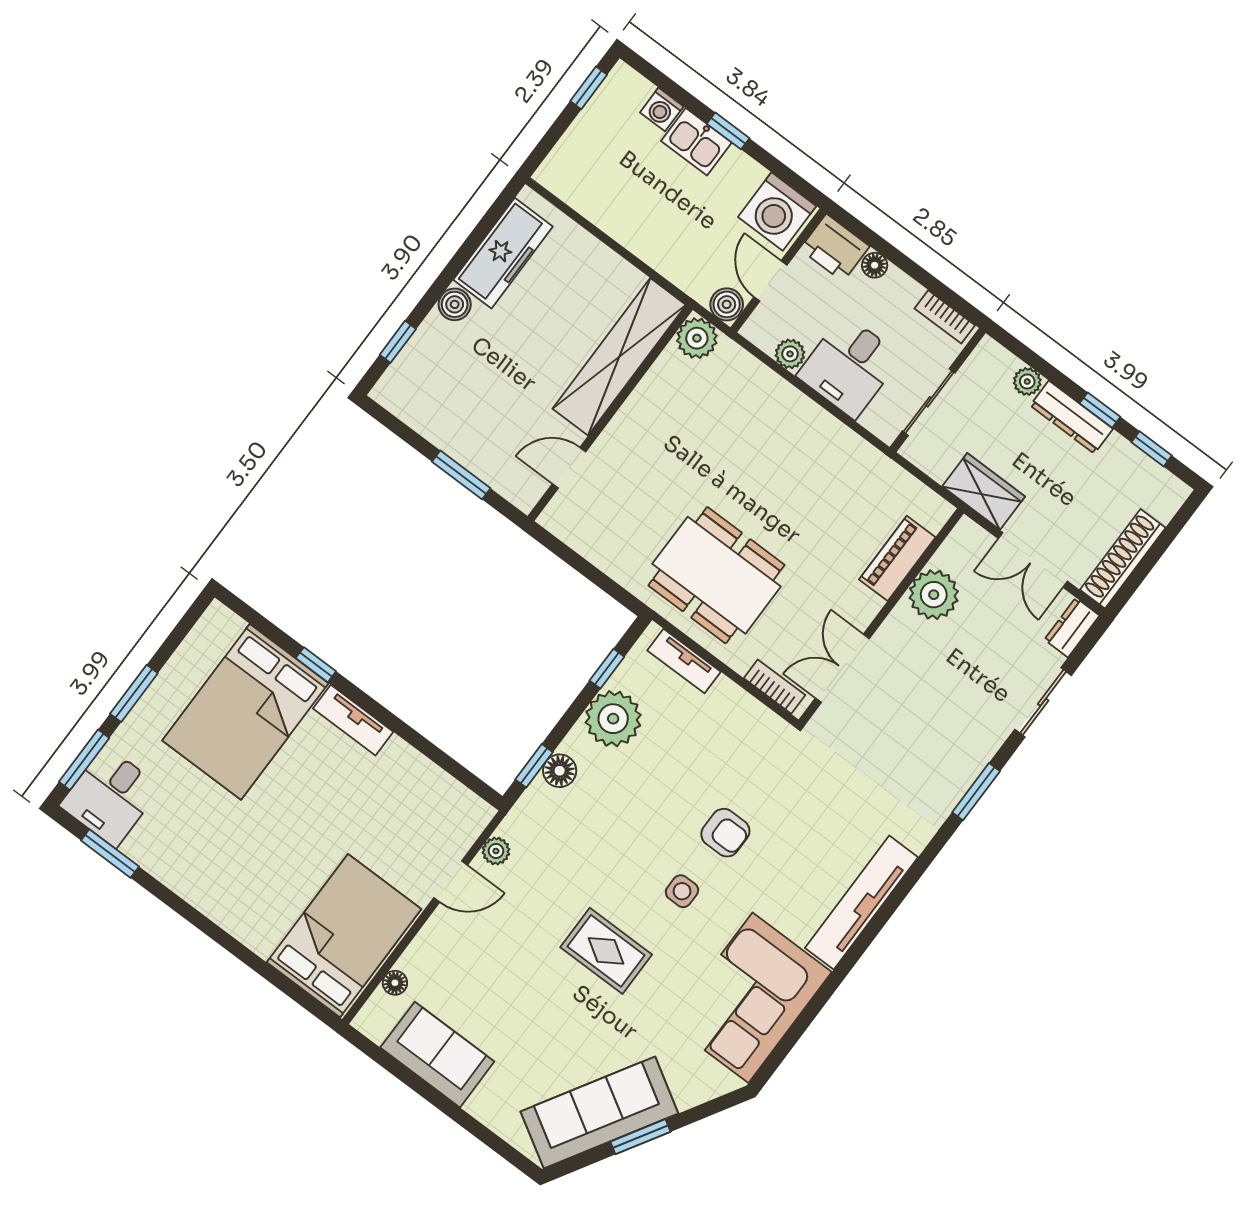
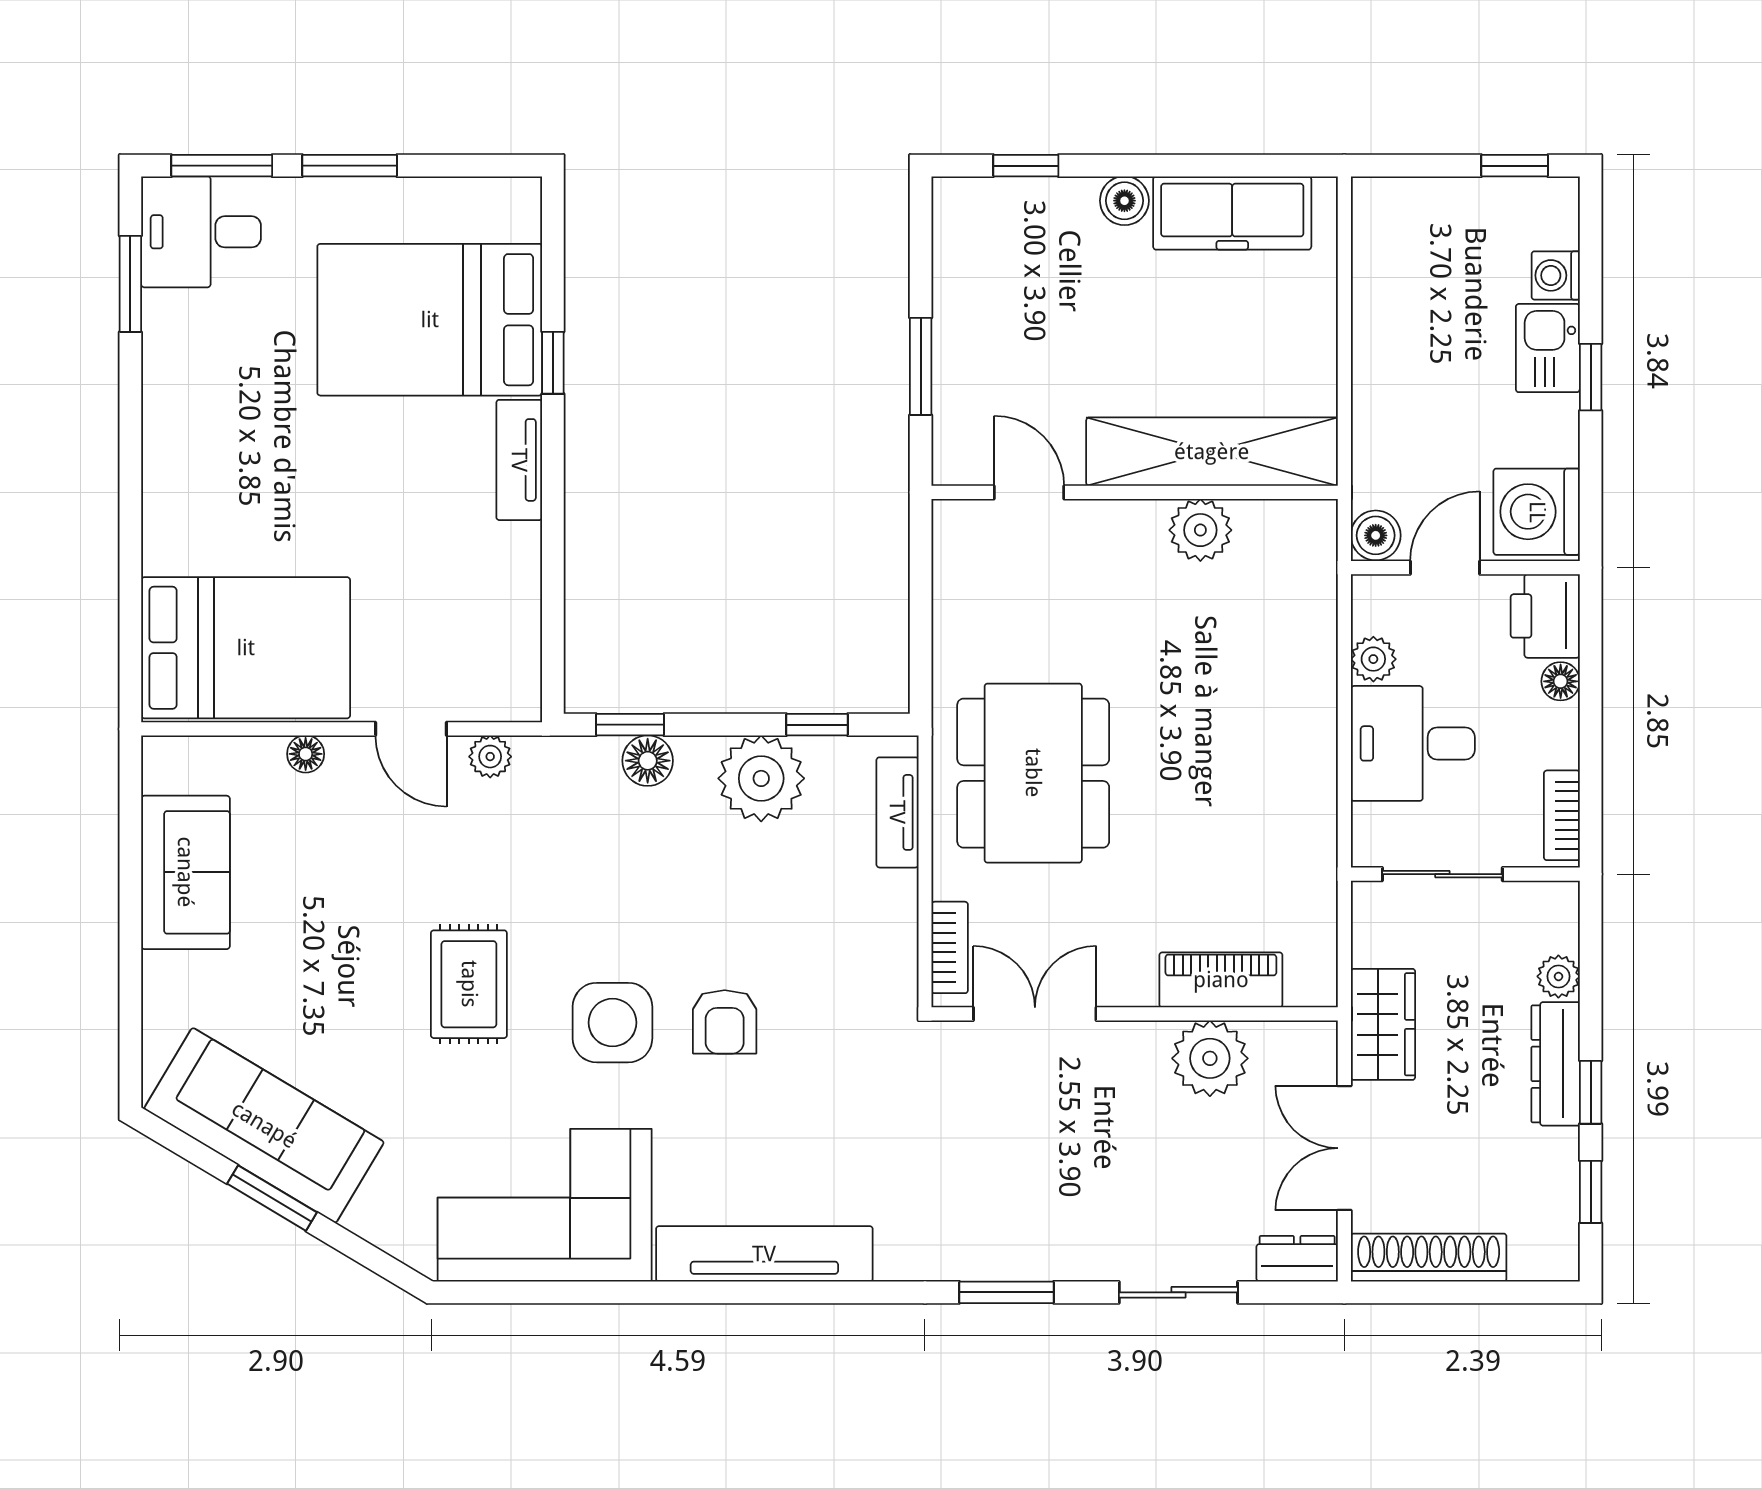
plant: (697, 338) -> (1200, 530), moved
side table: (682, 891) -> (612, 1023), width x1.87, depth x1.87
floor lamp: (395, 983) -> (306, 754), moved

